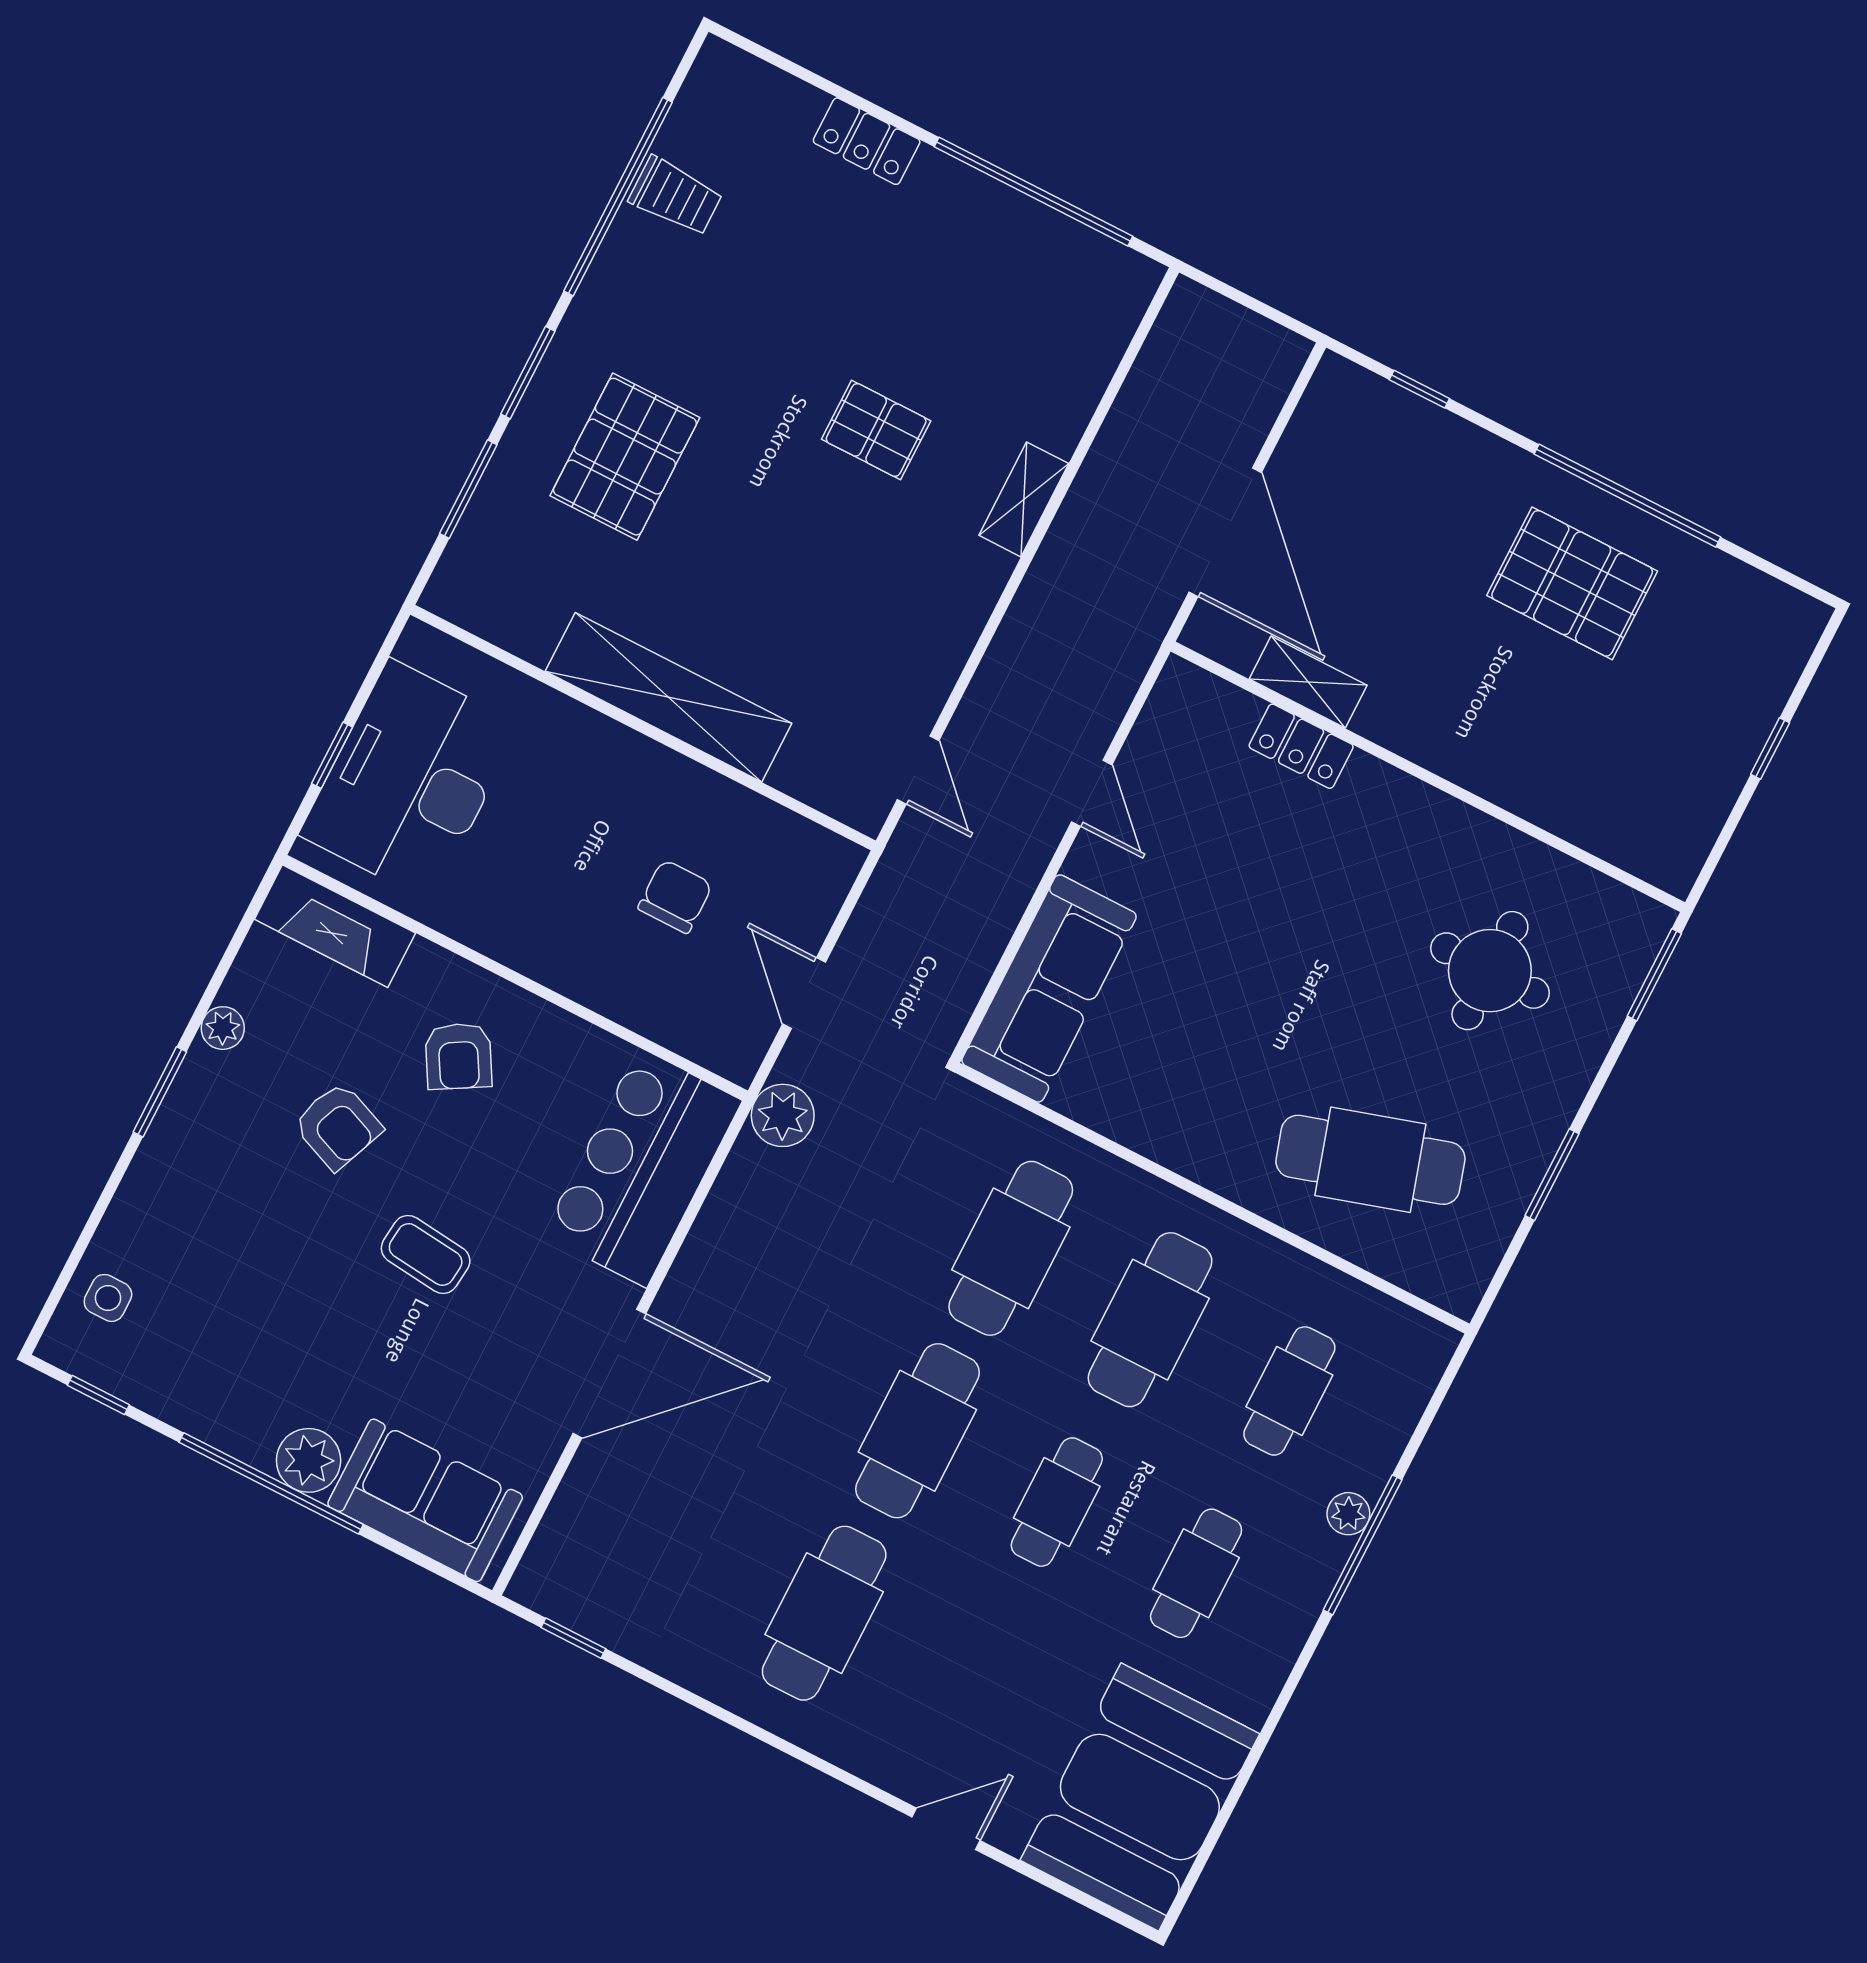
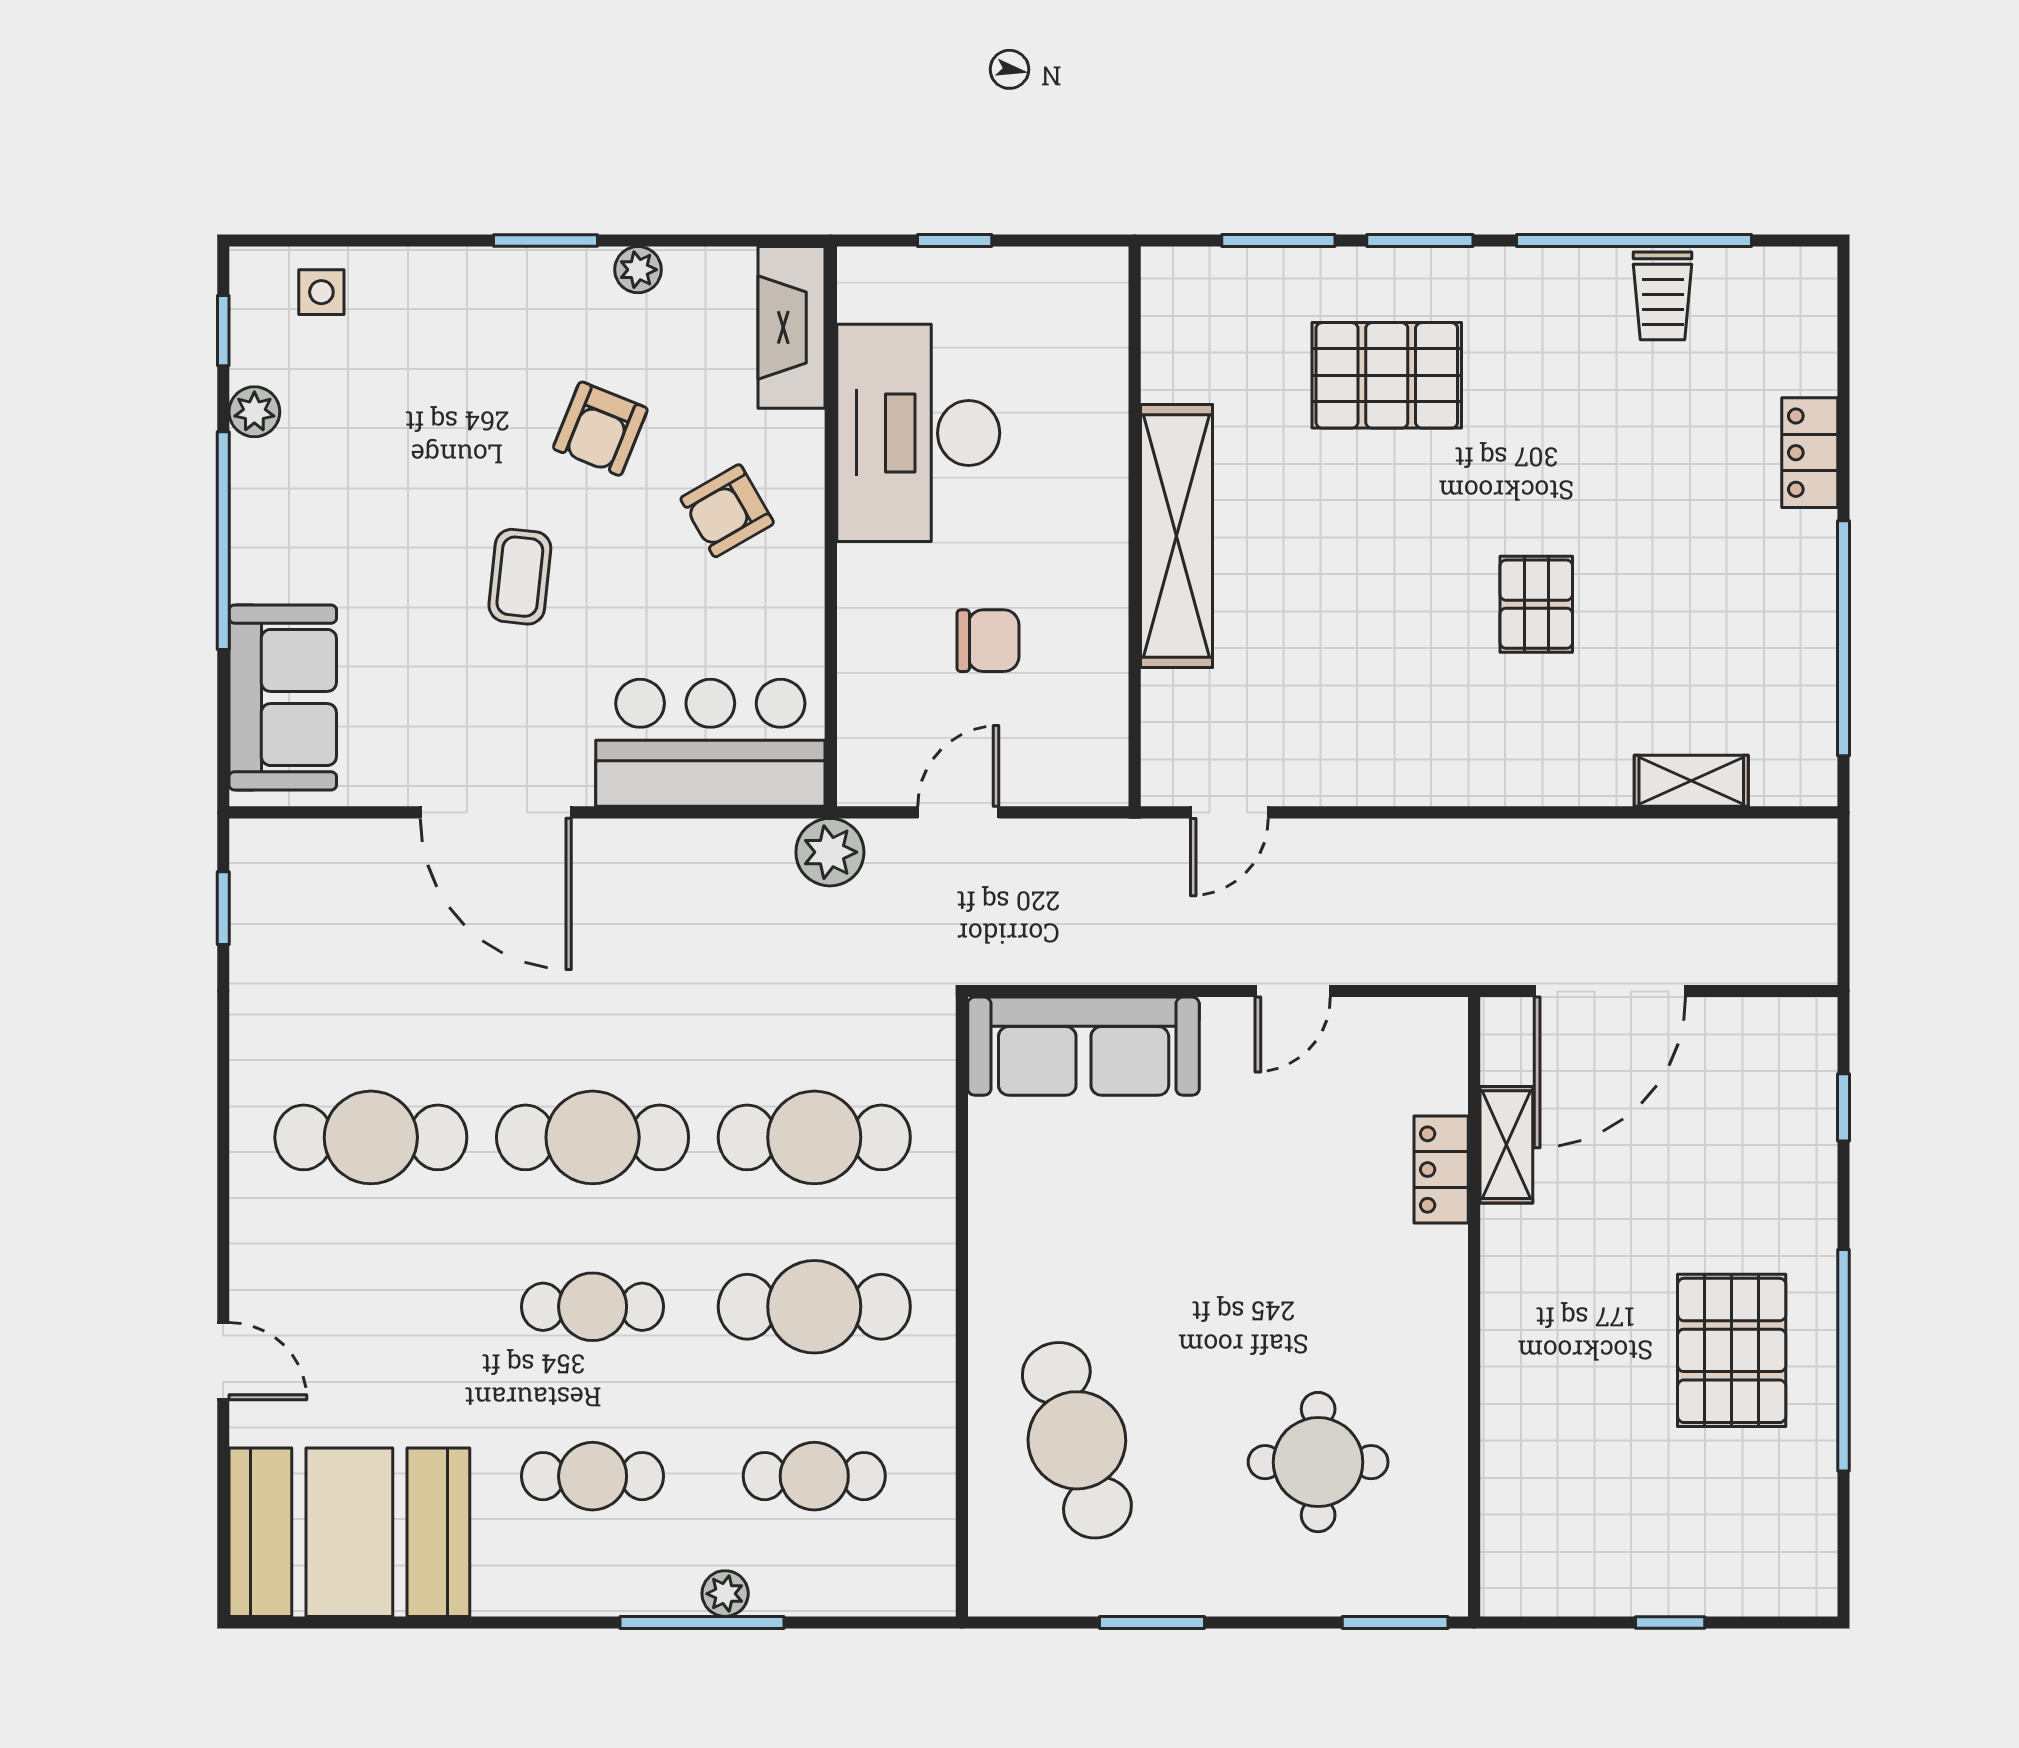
shelving: (1024, 499) -> (1691, 781), moved
desk: (410, 780) -> (918, 433), moved, turned -90
plant: (309, 1460) -> (254, 412), moved, width x0.73, depth x0.73

